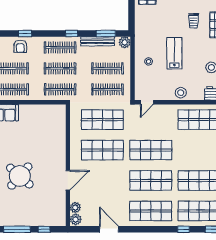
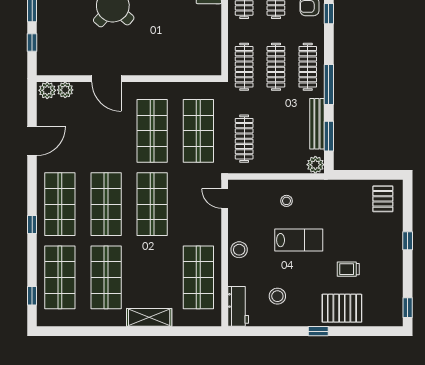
window: (72, 34) -> (329, 84), width x2.17
clothes rail: (107, 68) -> (276, 139), removed
window: (184, 229) -> (32, 224), moved

